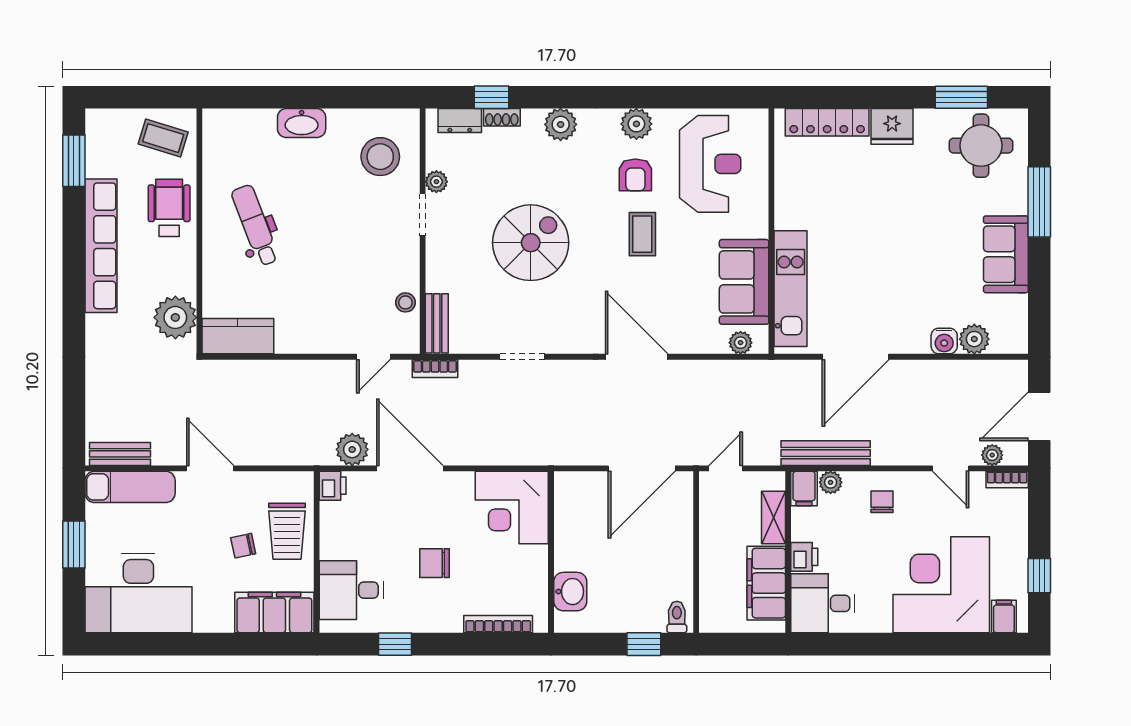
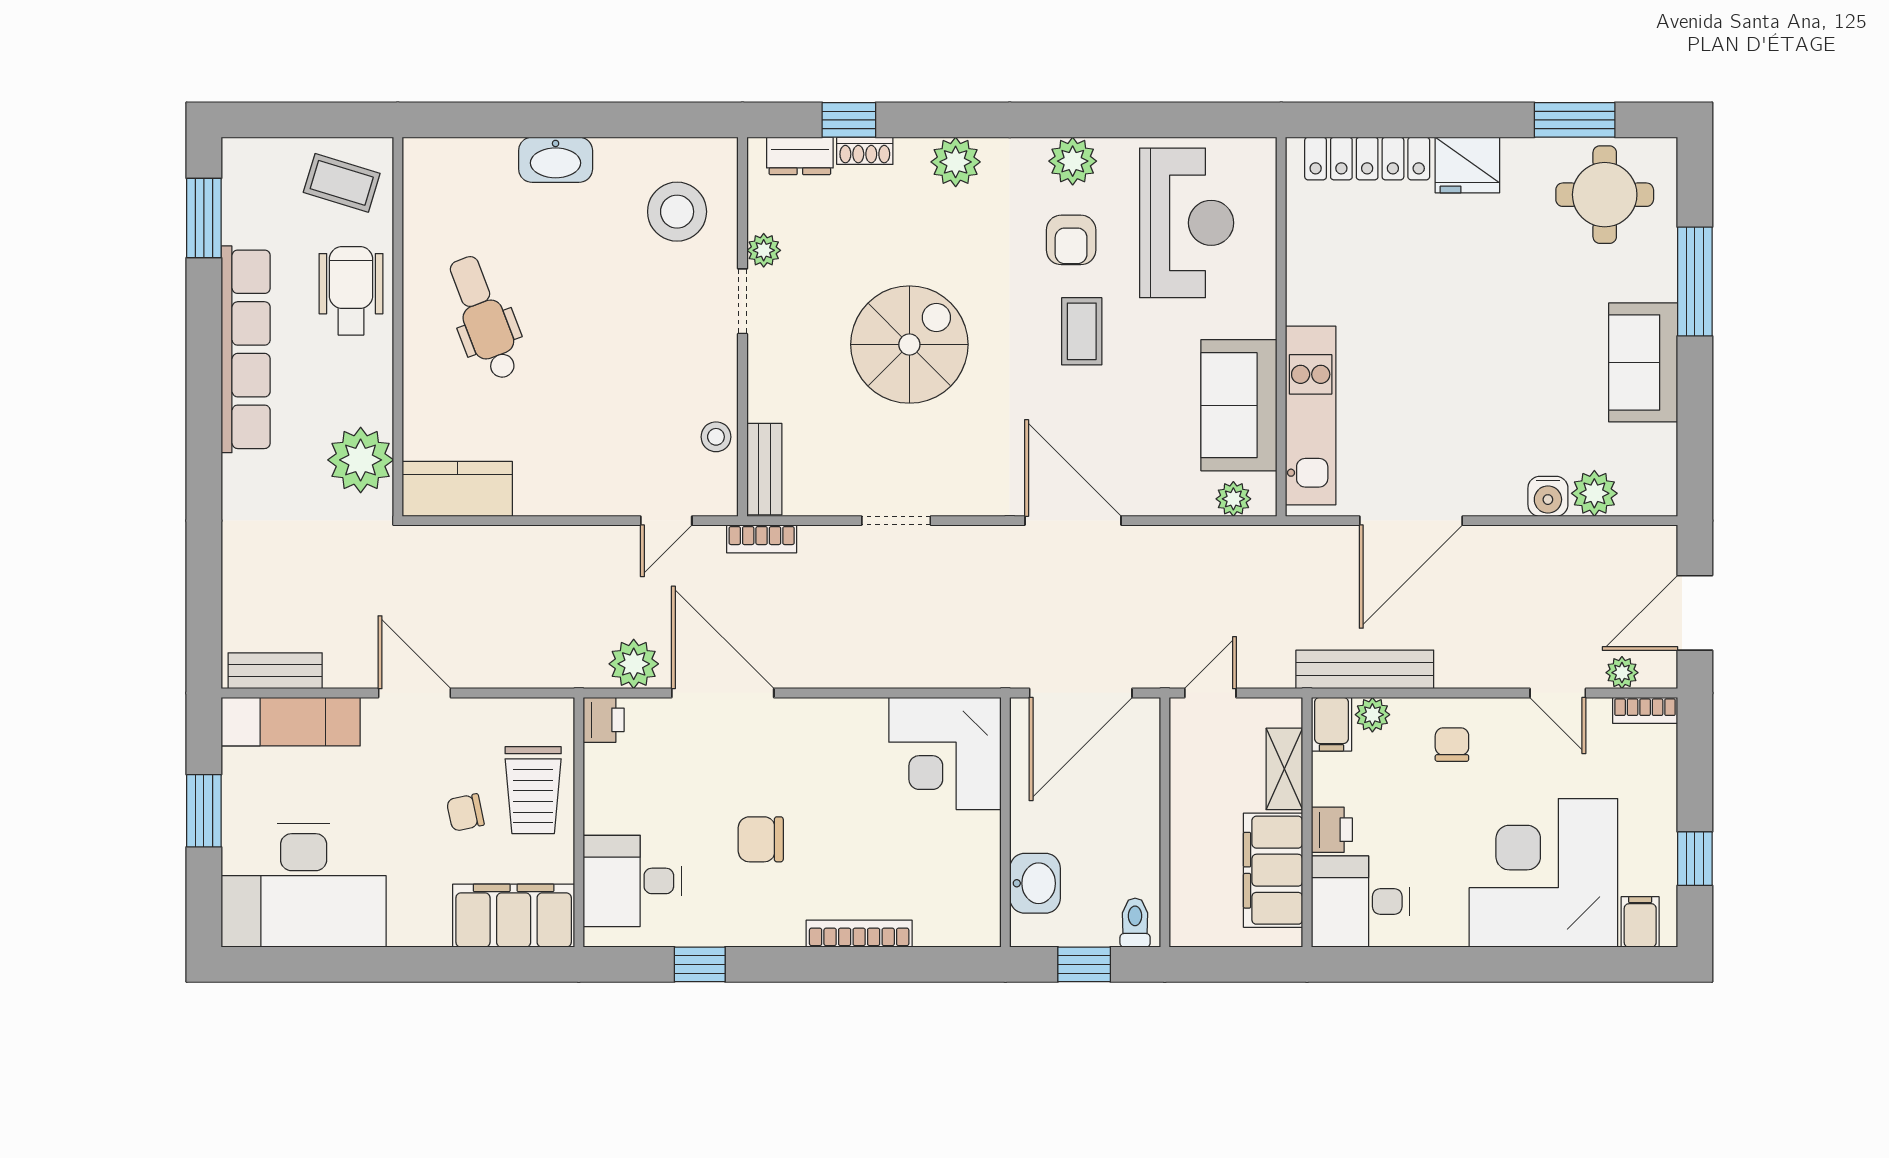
corner desk: (512, 507) -> (945, 753), moved
wall: (551, 552) -> (1005, 822), moved
washbasin: (570, 592) -> (1035, 883), moved

